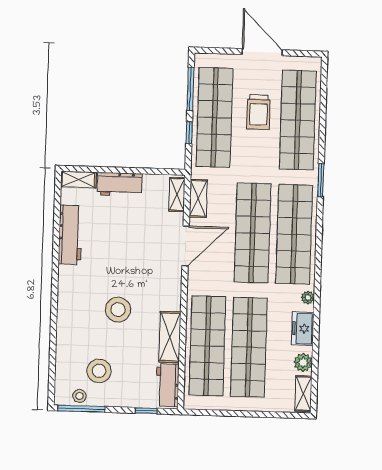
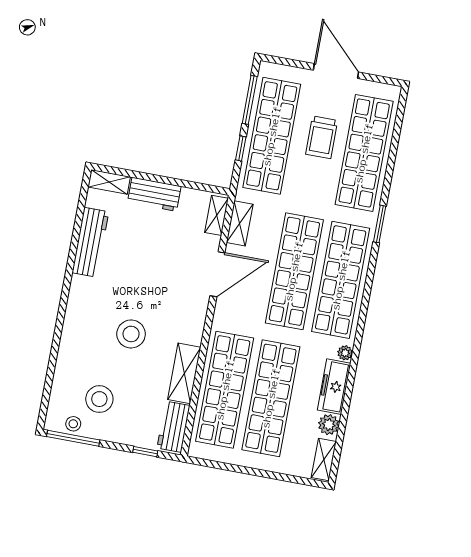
freezer: (303, 329) -> (334, 387), width x1.40

